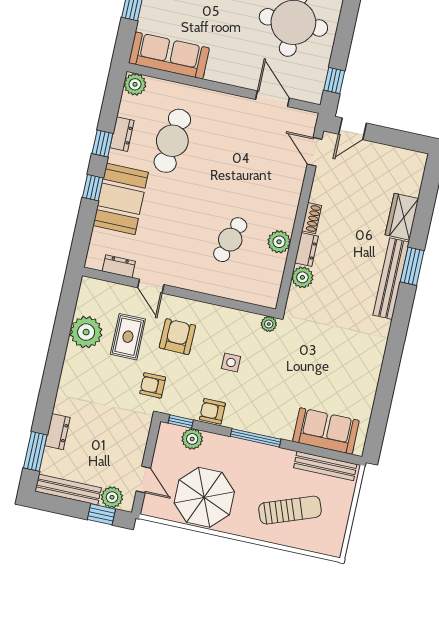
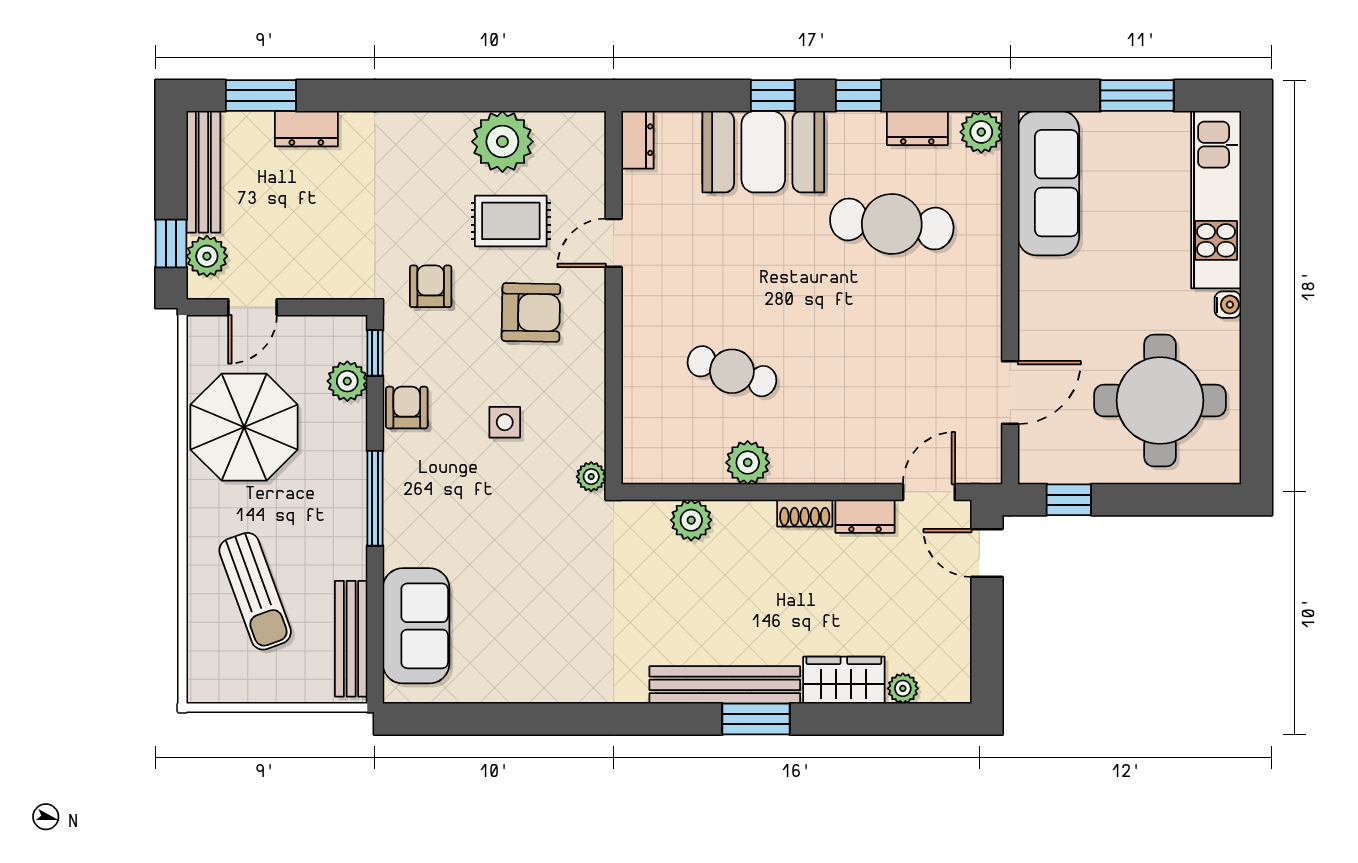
dresser: (122, 134) -> (917, 128), moved
plant: (413, 187) -> (903, 688), added
dresser: (306, 250) -> (865, 516), moved
dresser: (119, 266) -> (638, 140), moved

